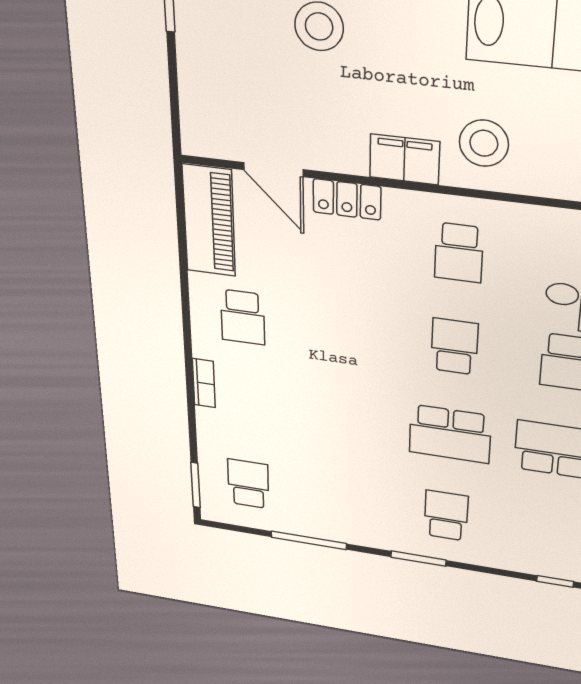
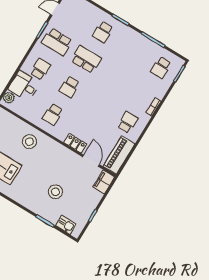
filing cabinet: (405, 159) -> (104, 182), moved, turned 90
school desk: (459, 253) -> (53, 114), turned 180

